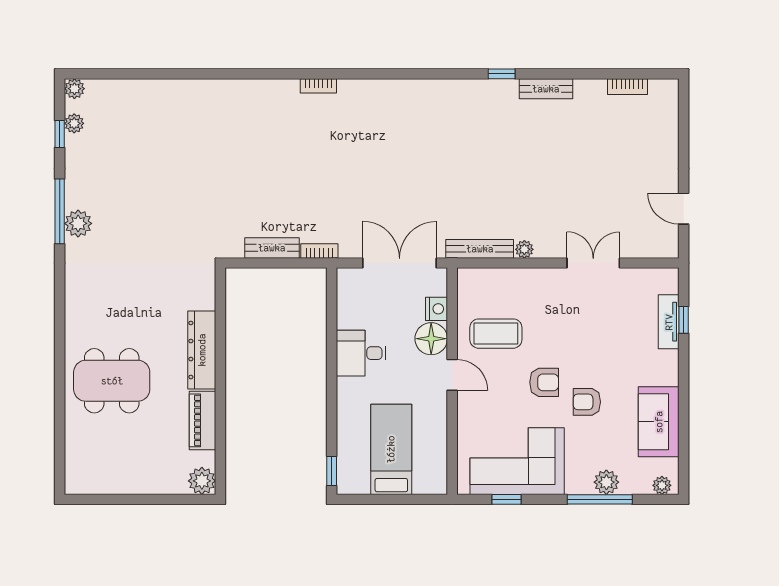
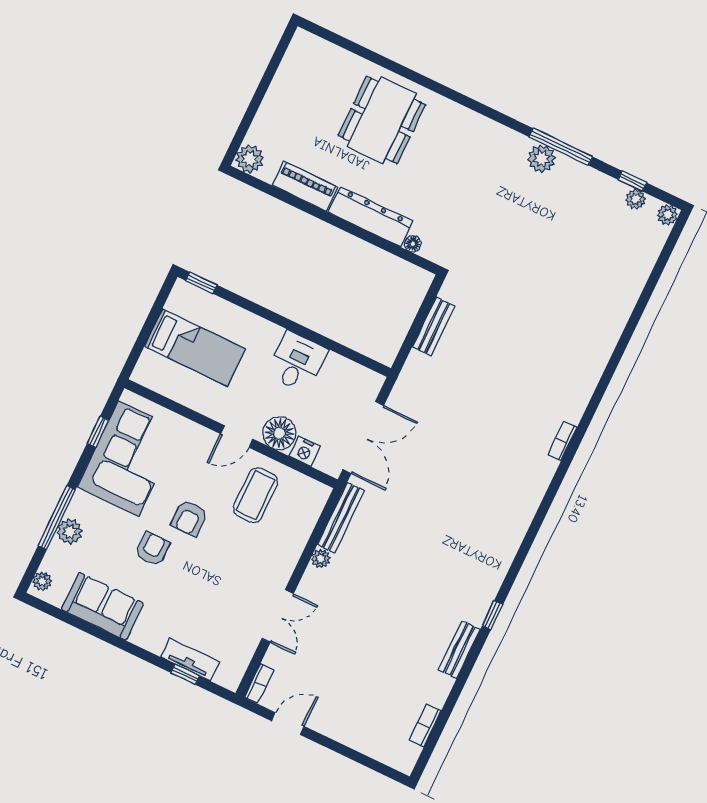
bookcase: (319, 251) -> (259, 684), moved
floor lamp: (208, 301) -> (413, 244), added

